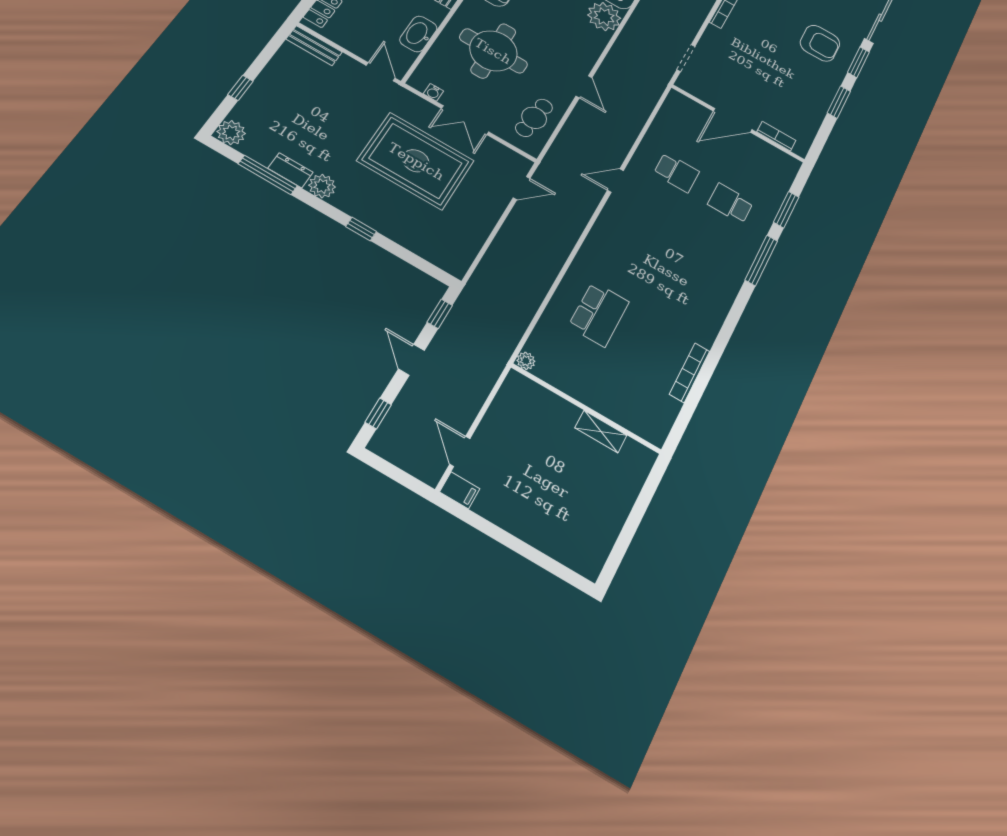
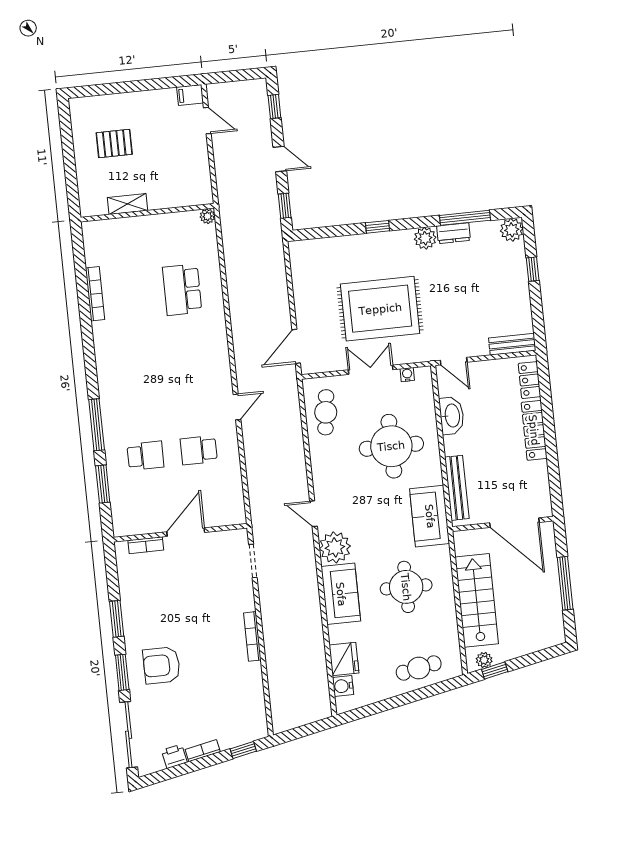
door: (584, 87) -> (313, 514), moved
door: (522, 188) -> (296, 346), width x1.38
pallet: (575, 501) -> (114, 143), added

